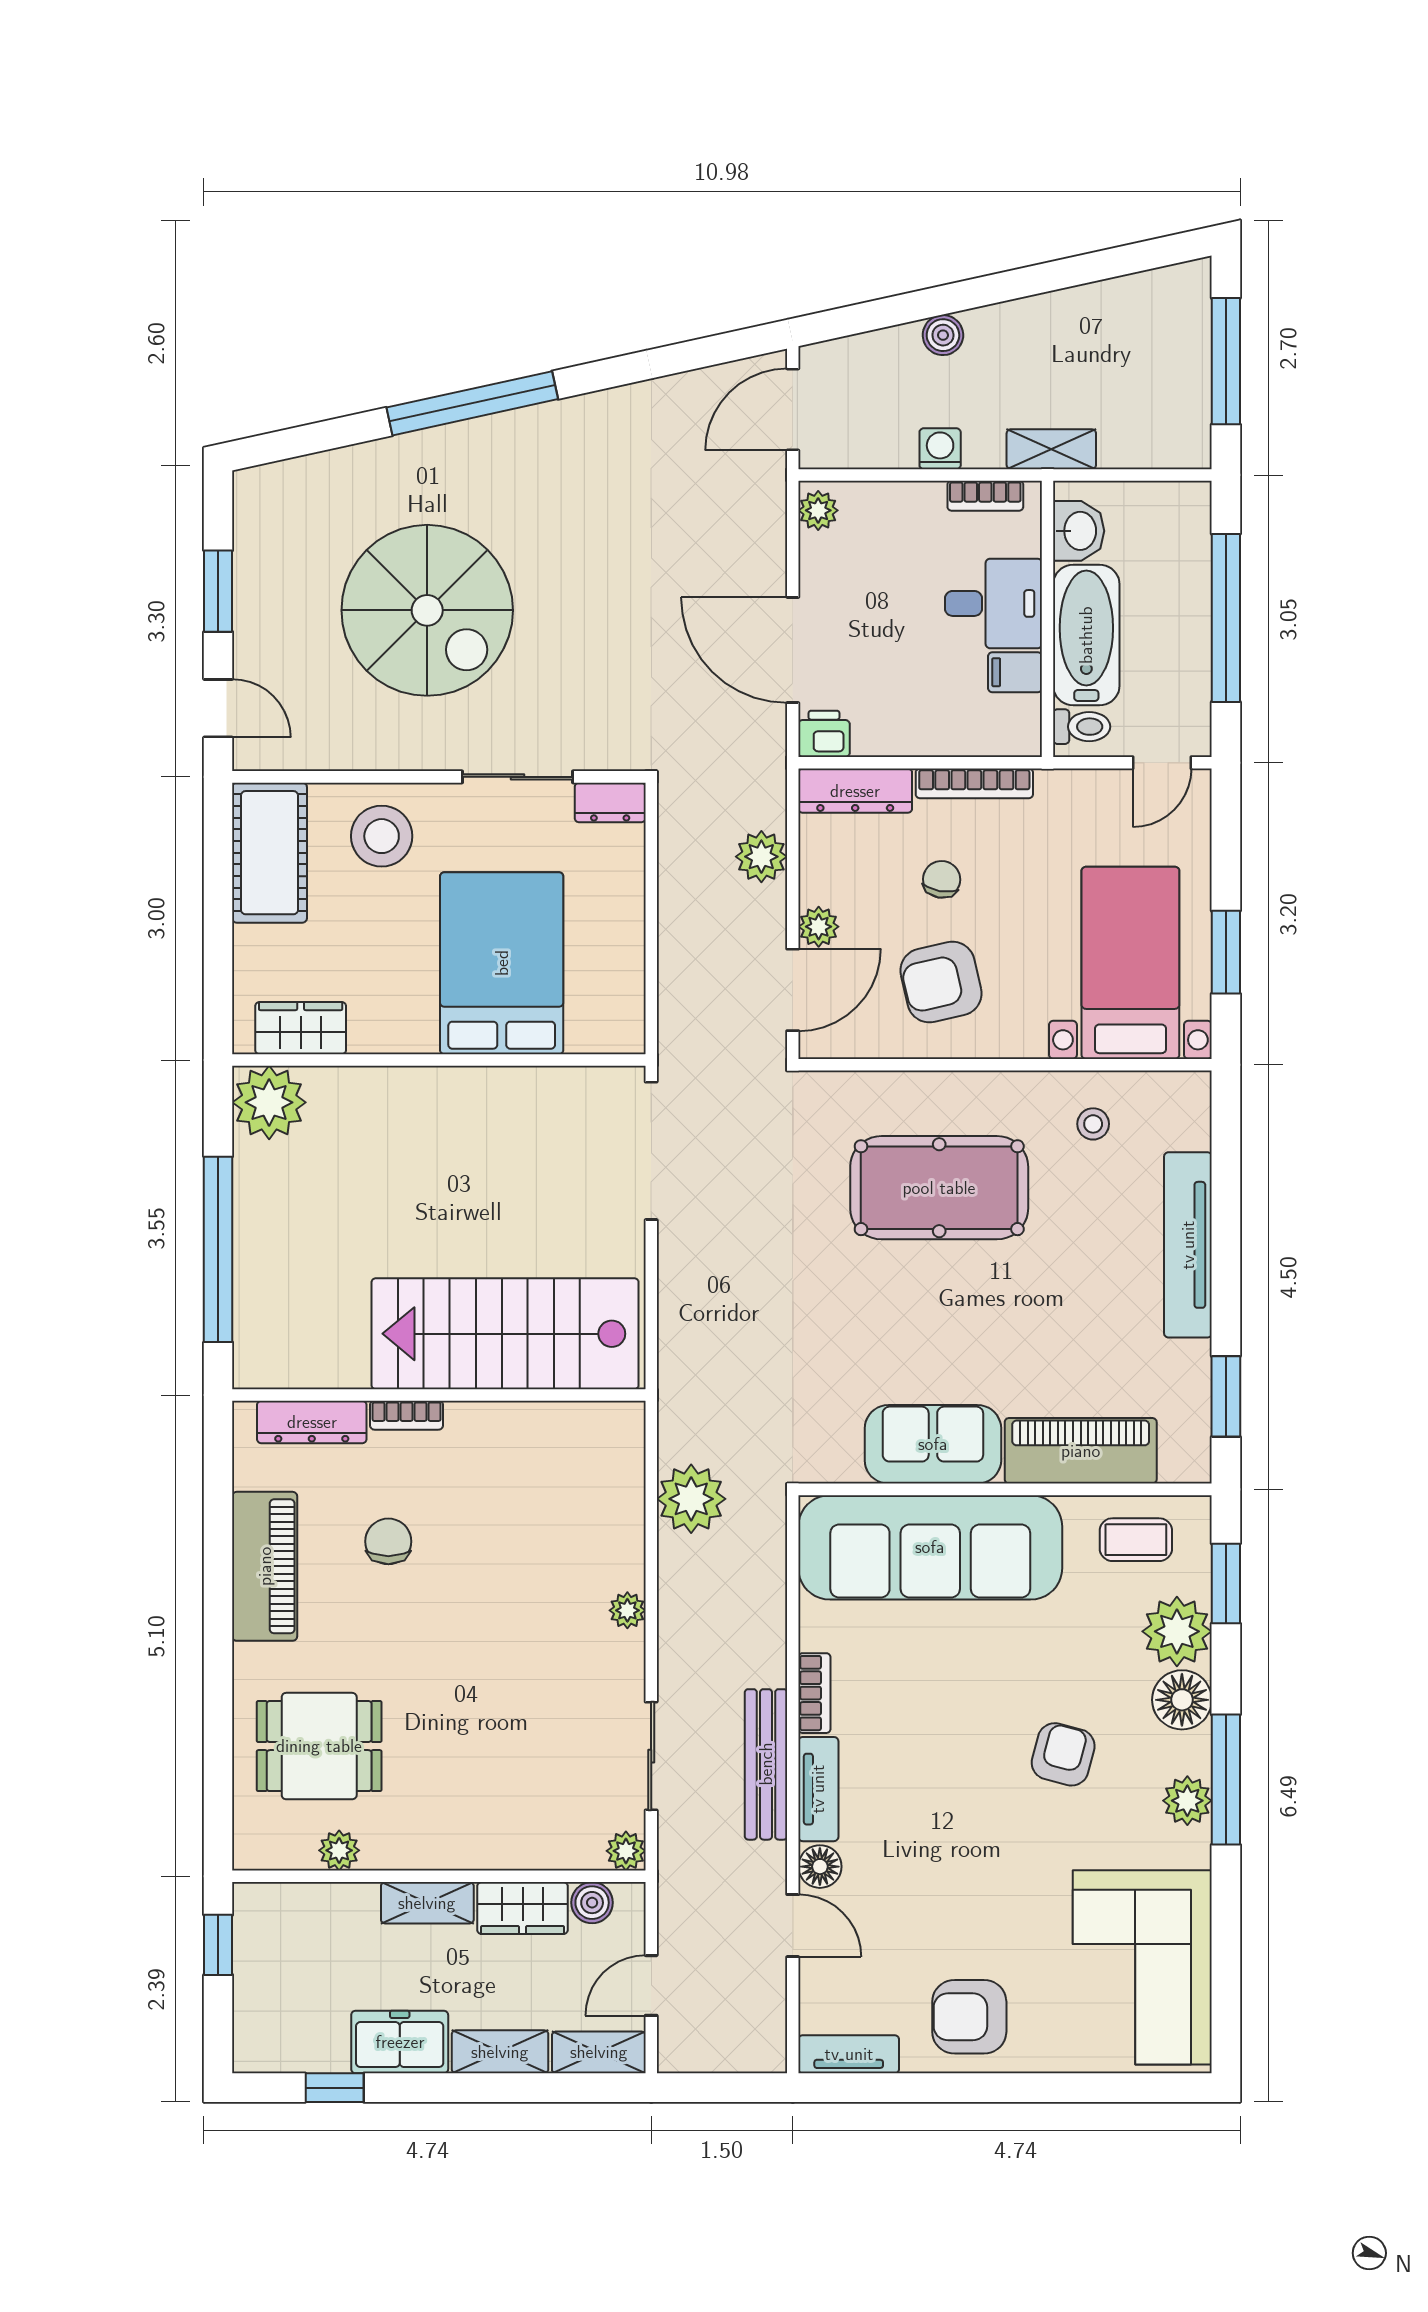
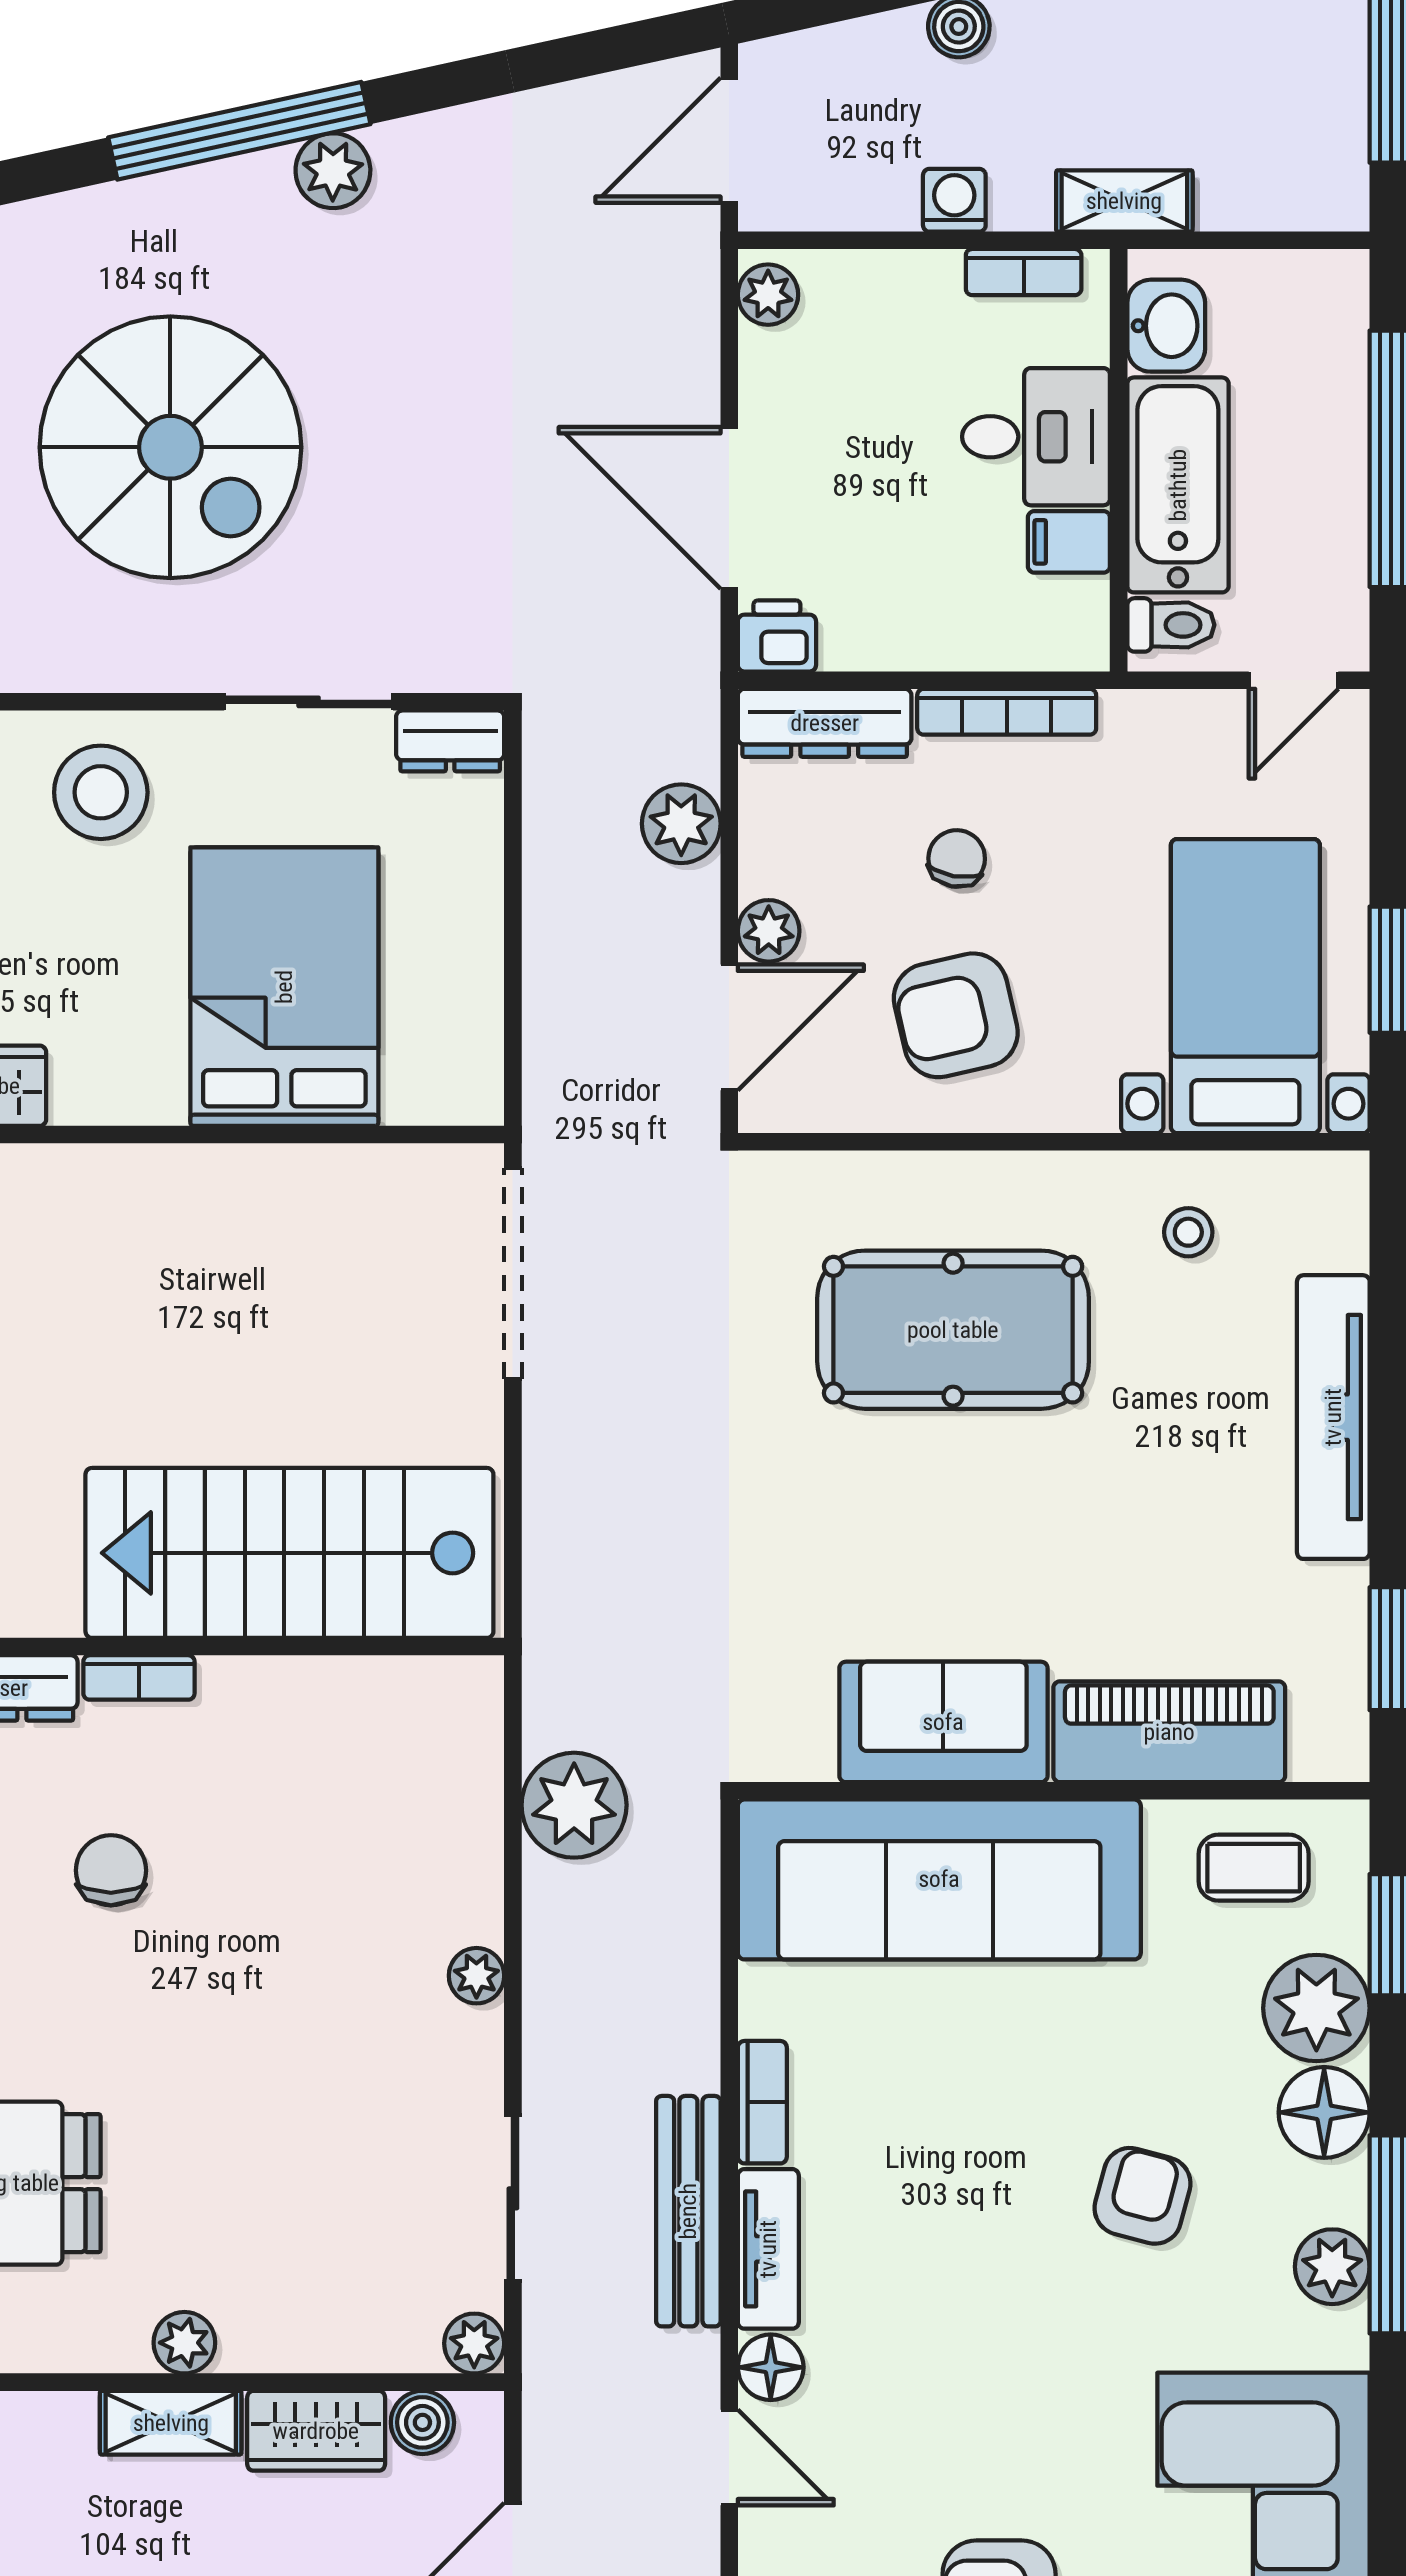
plant: (533, 429) -> (333, 171), added
plant: (339, 1850) -> (184, 2343), moved

